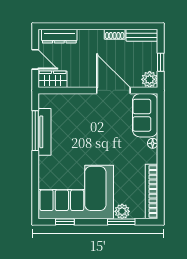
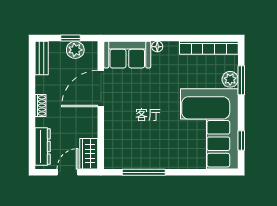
shoe rack: (115, 34) -> (41, 105), moved
plant: (150, 79) -> (75, 50), moved
tv unit: (45, 132) -> (145, 162), removed

